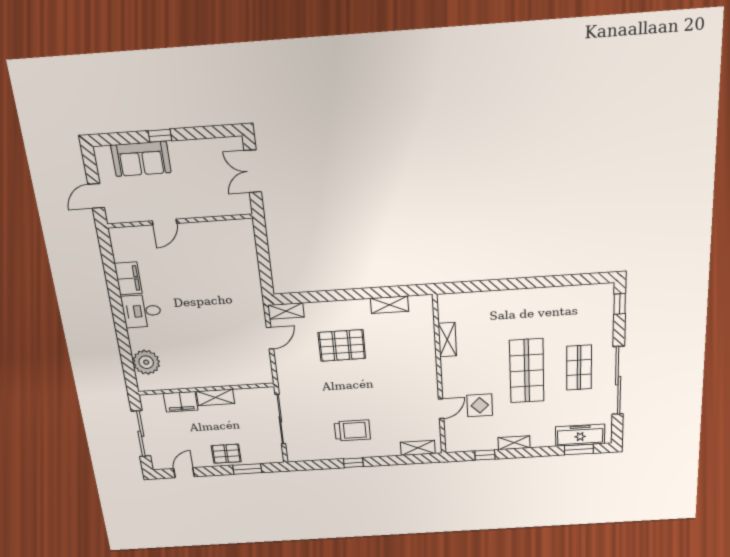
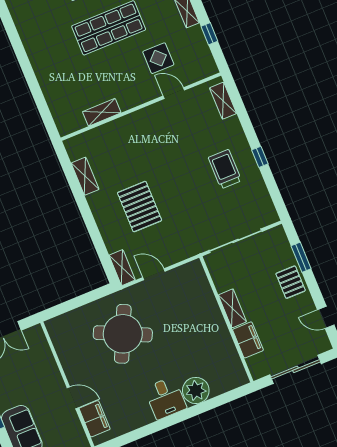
filing cabinet: (128, 278) -> (95, 419), moved, turned 90
round table: (218, 291) -> (123, 334), added
plant: (146, 362) -> (196, 390), moved

